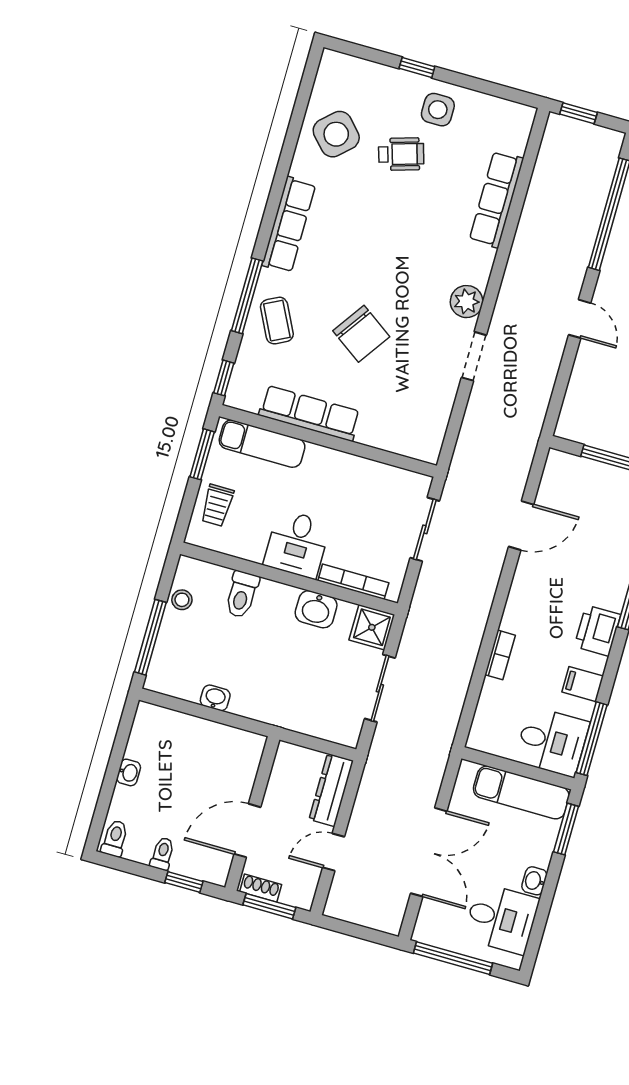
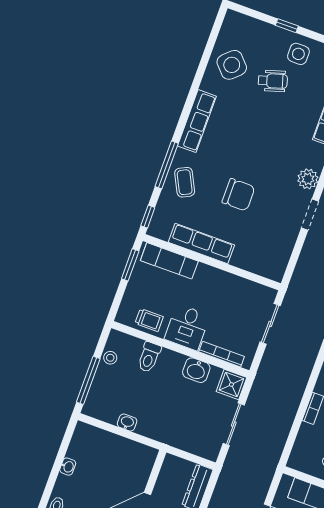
chair: (361, 334) -> (238, 195), turned -35
trolley: (217, 505) -> (149, 320), moved, turned -90

